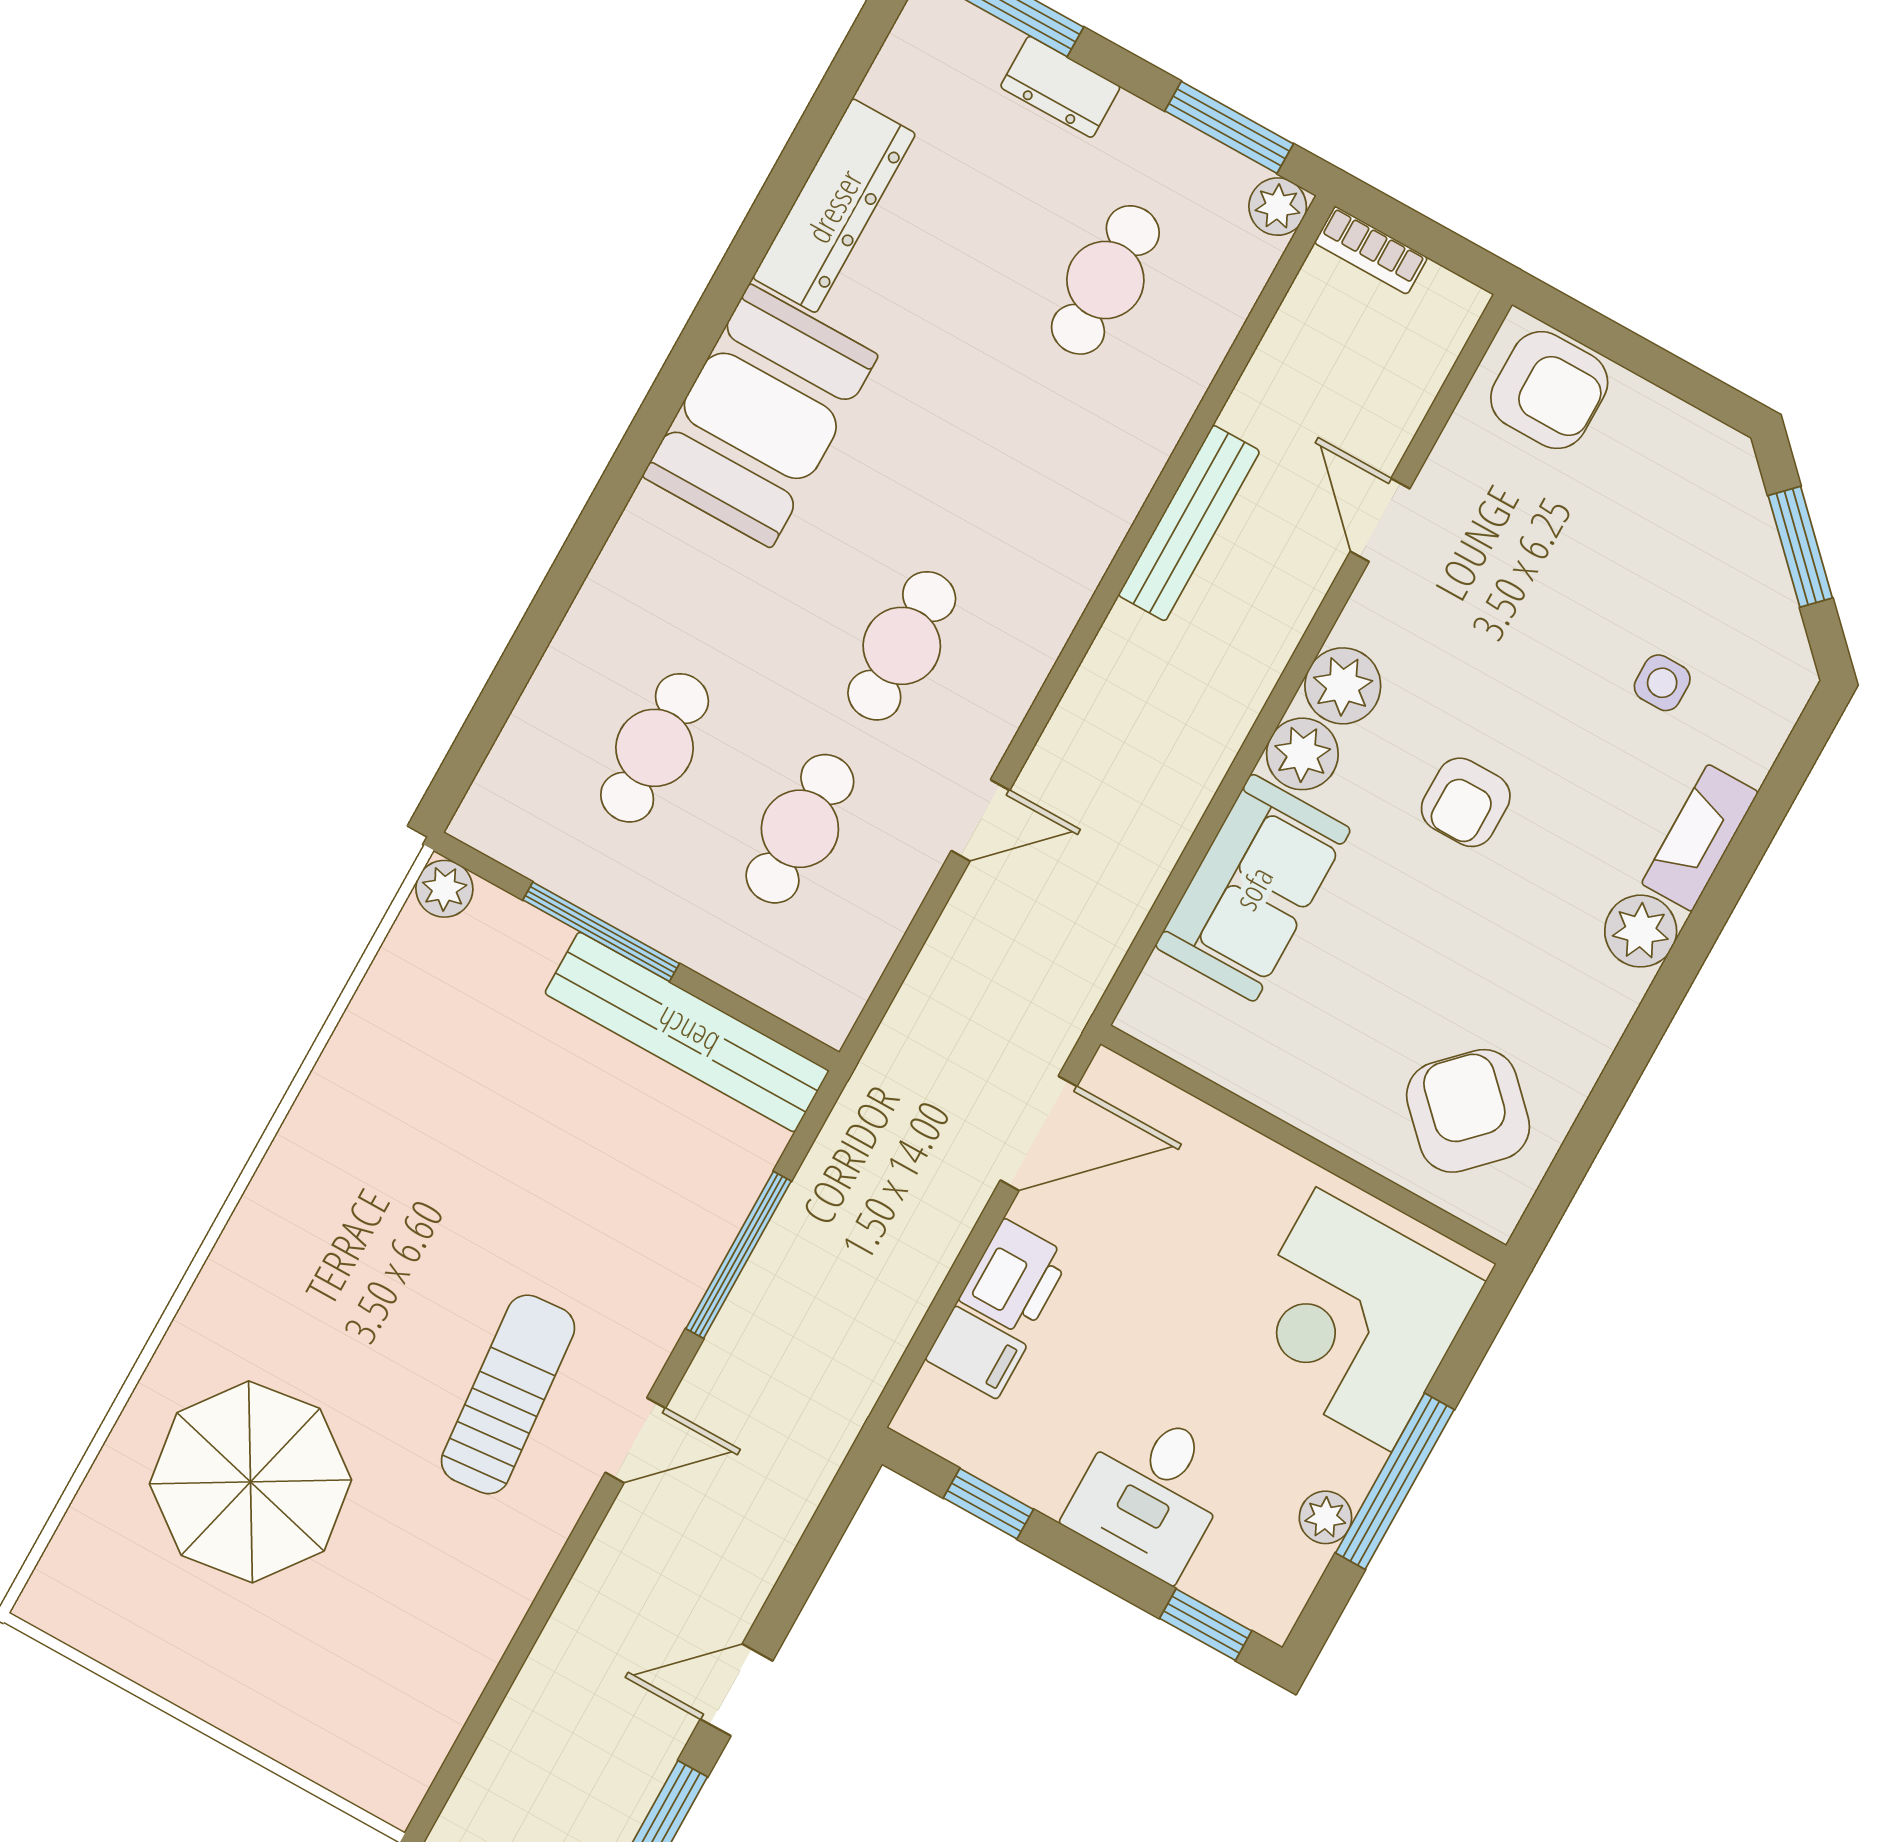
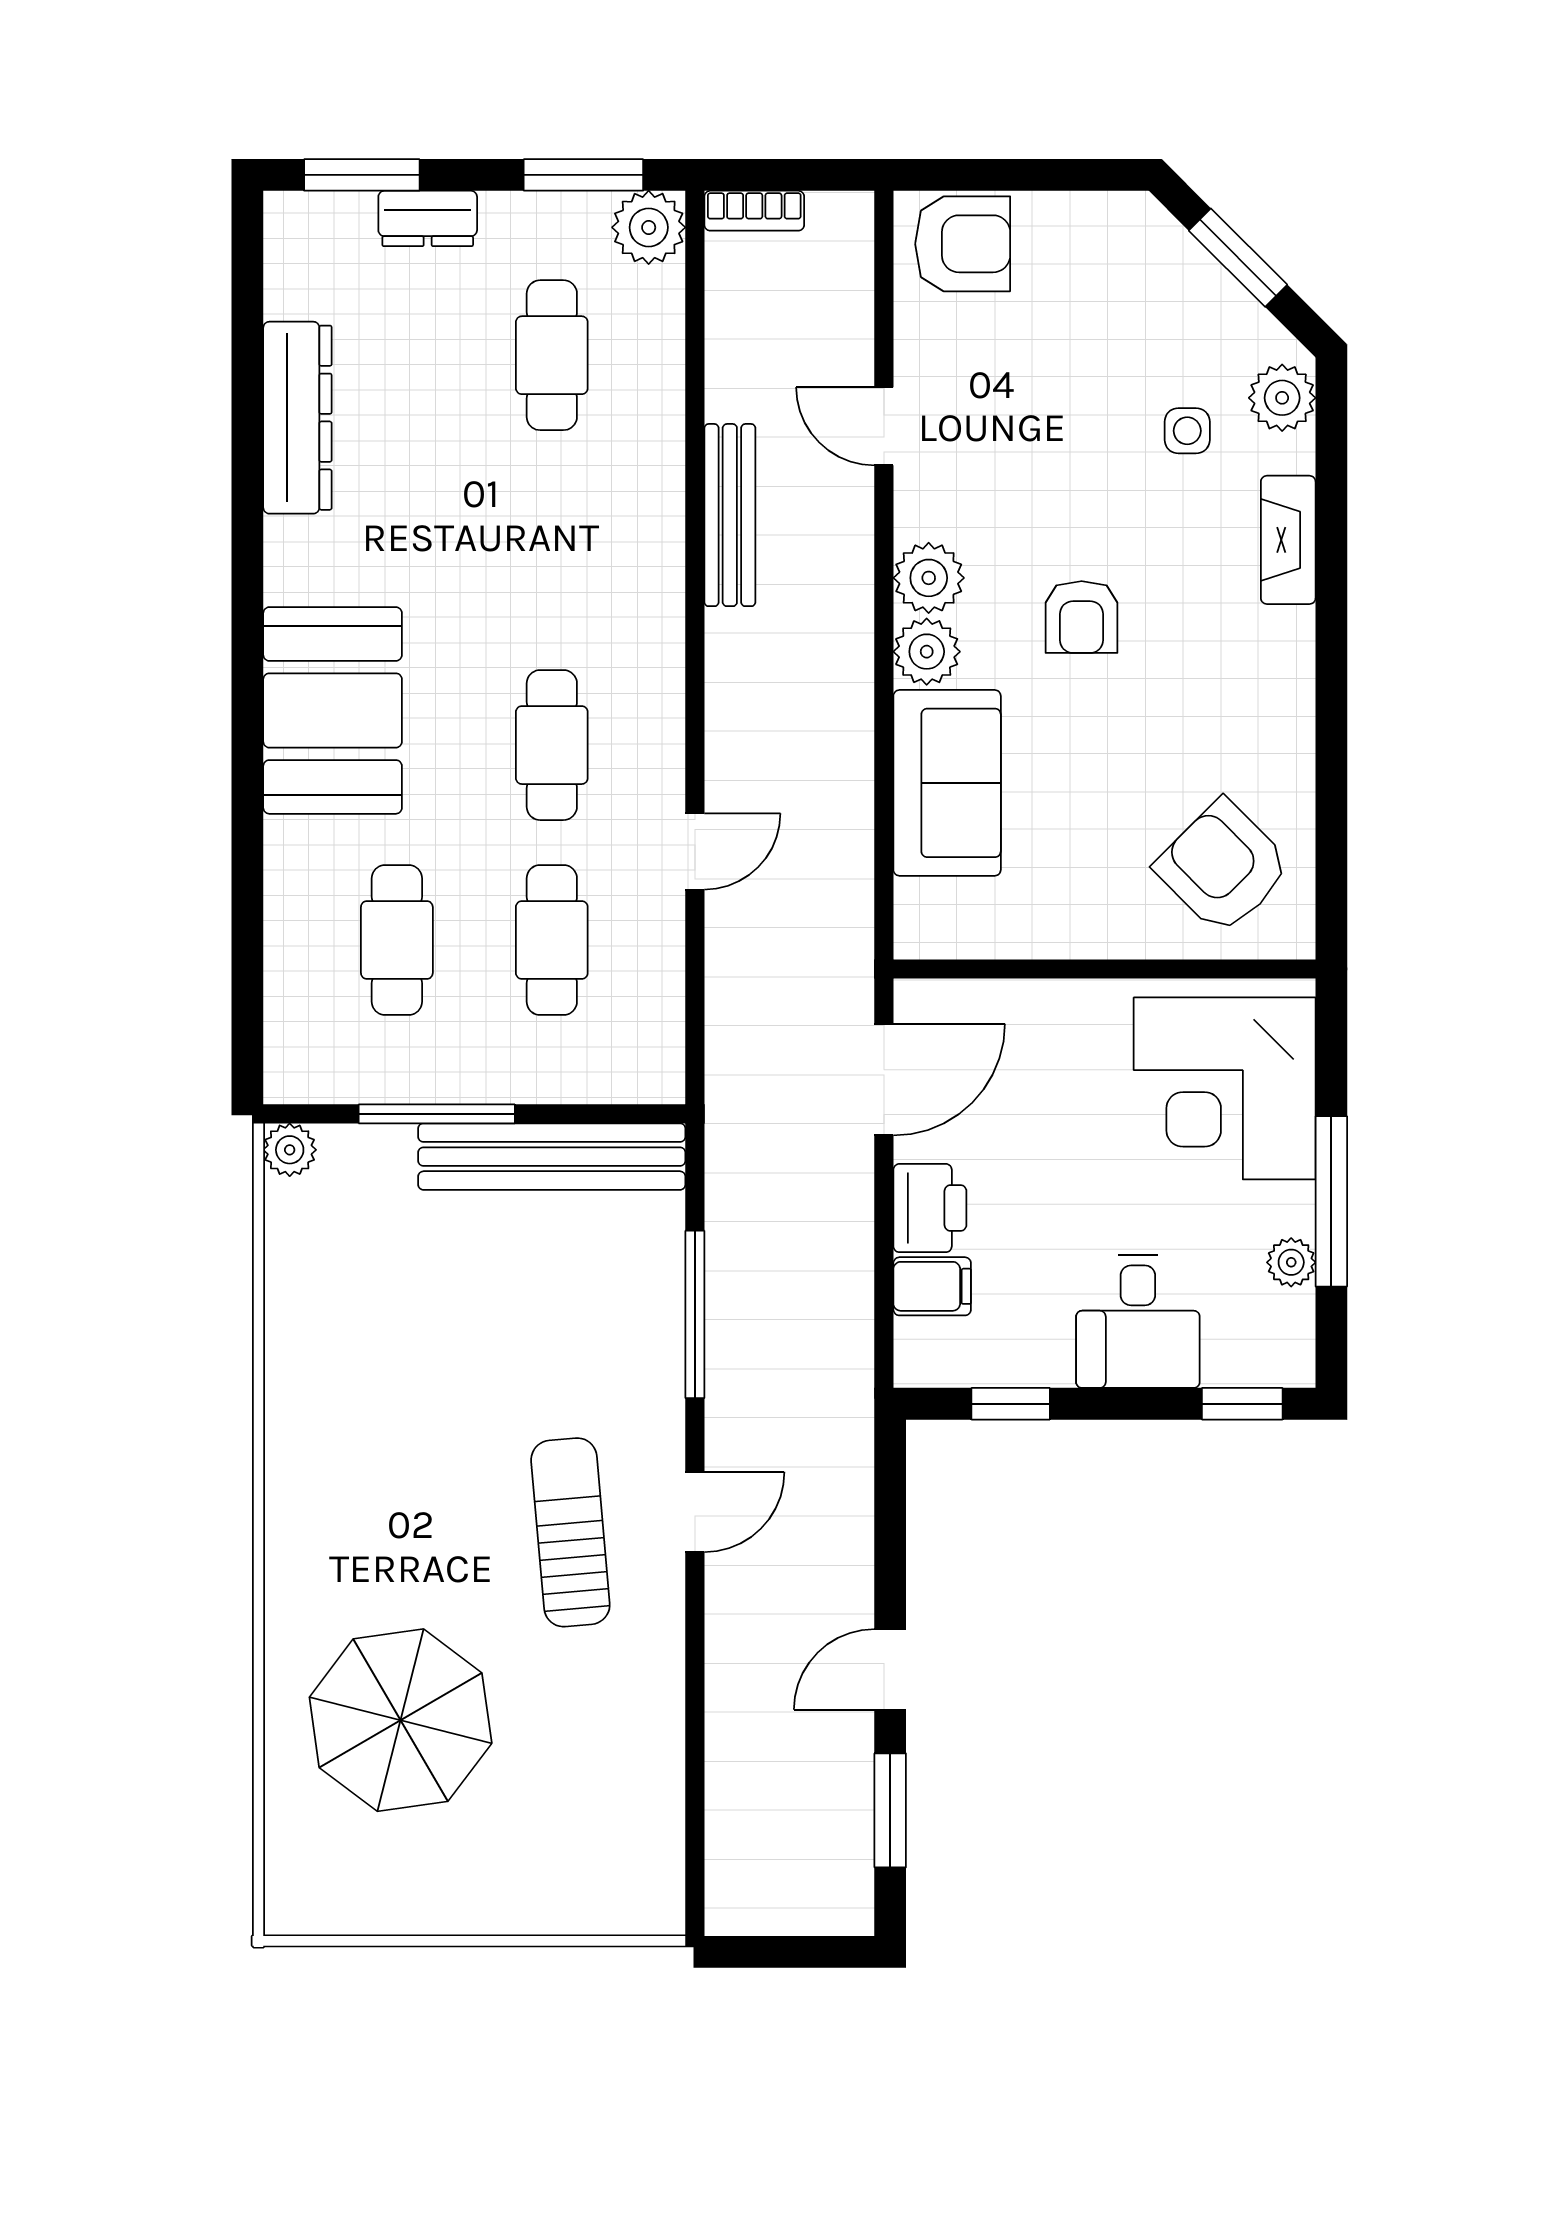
plant: (1278, 207) -> (649, 227), width x1.38, depth x1.38
booth: (760, 416) -> (333, 710), moved
plant: (1641, 931) -> (1282, 398), moved

